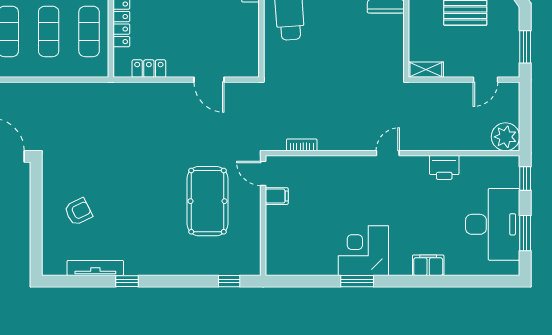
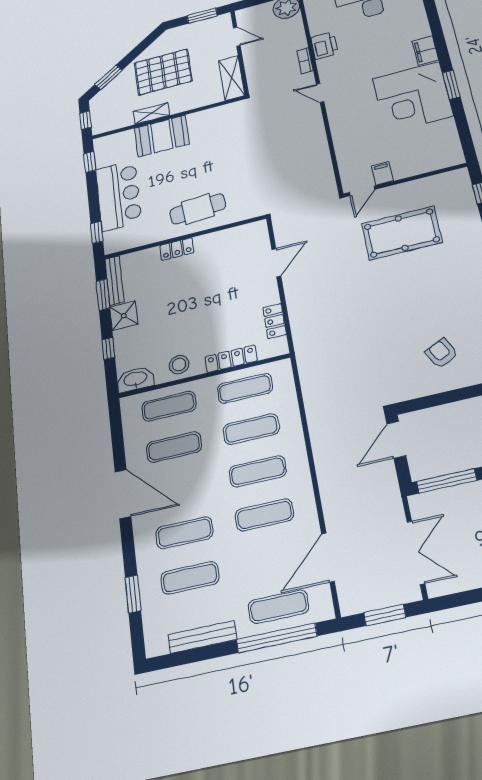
shelving: (426, 70) -> (232, 78), width x1.50, depth x1.33
bookcase: (302, 145) -> (305, 61), moved
corner desk: (363, 251) -> (413, 97), width x1.36, depth x1.36
filing cabinet: (428, 265) -> (425, 51), moved

